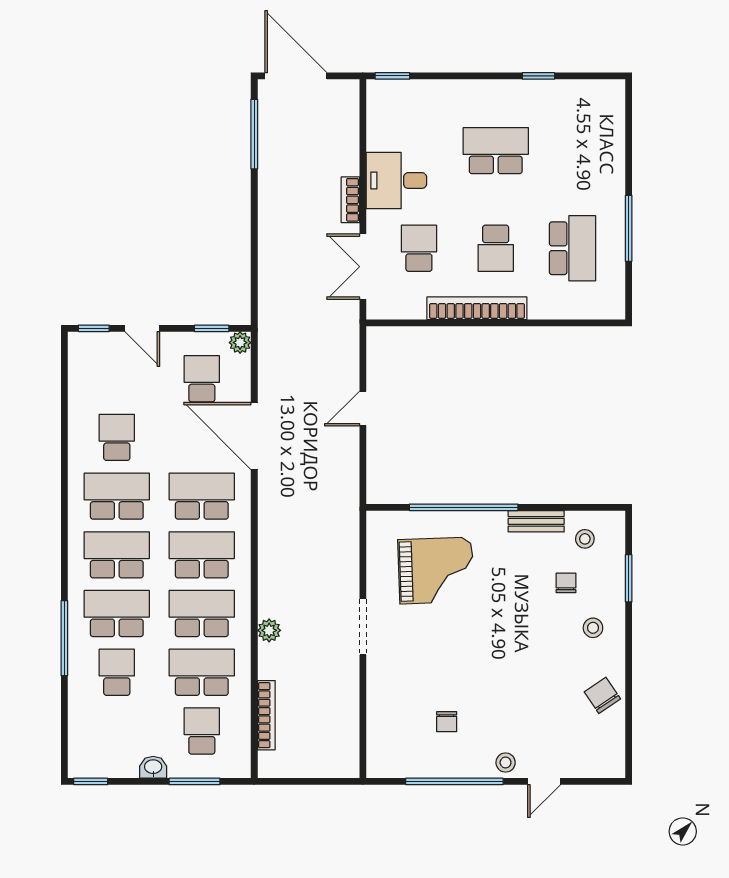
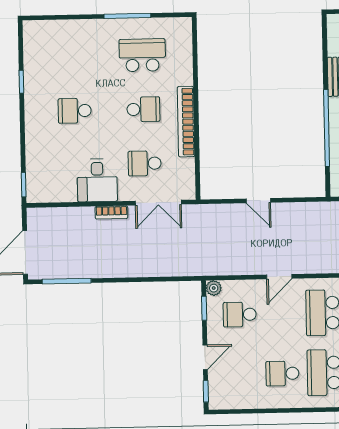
school desk: (496, 151) -> (75, 111), width x0.54
door: (254, 436) -> (279, 277), width x0.53

